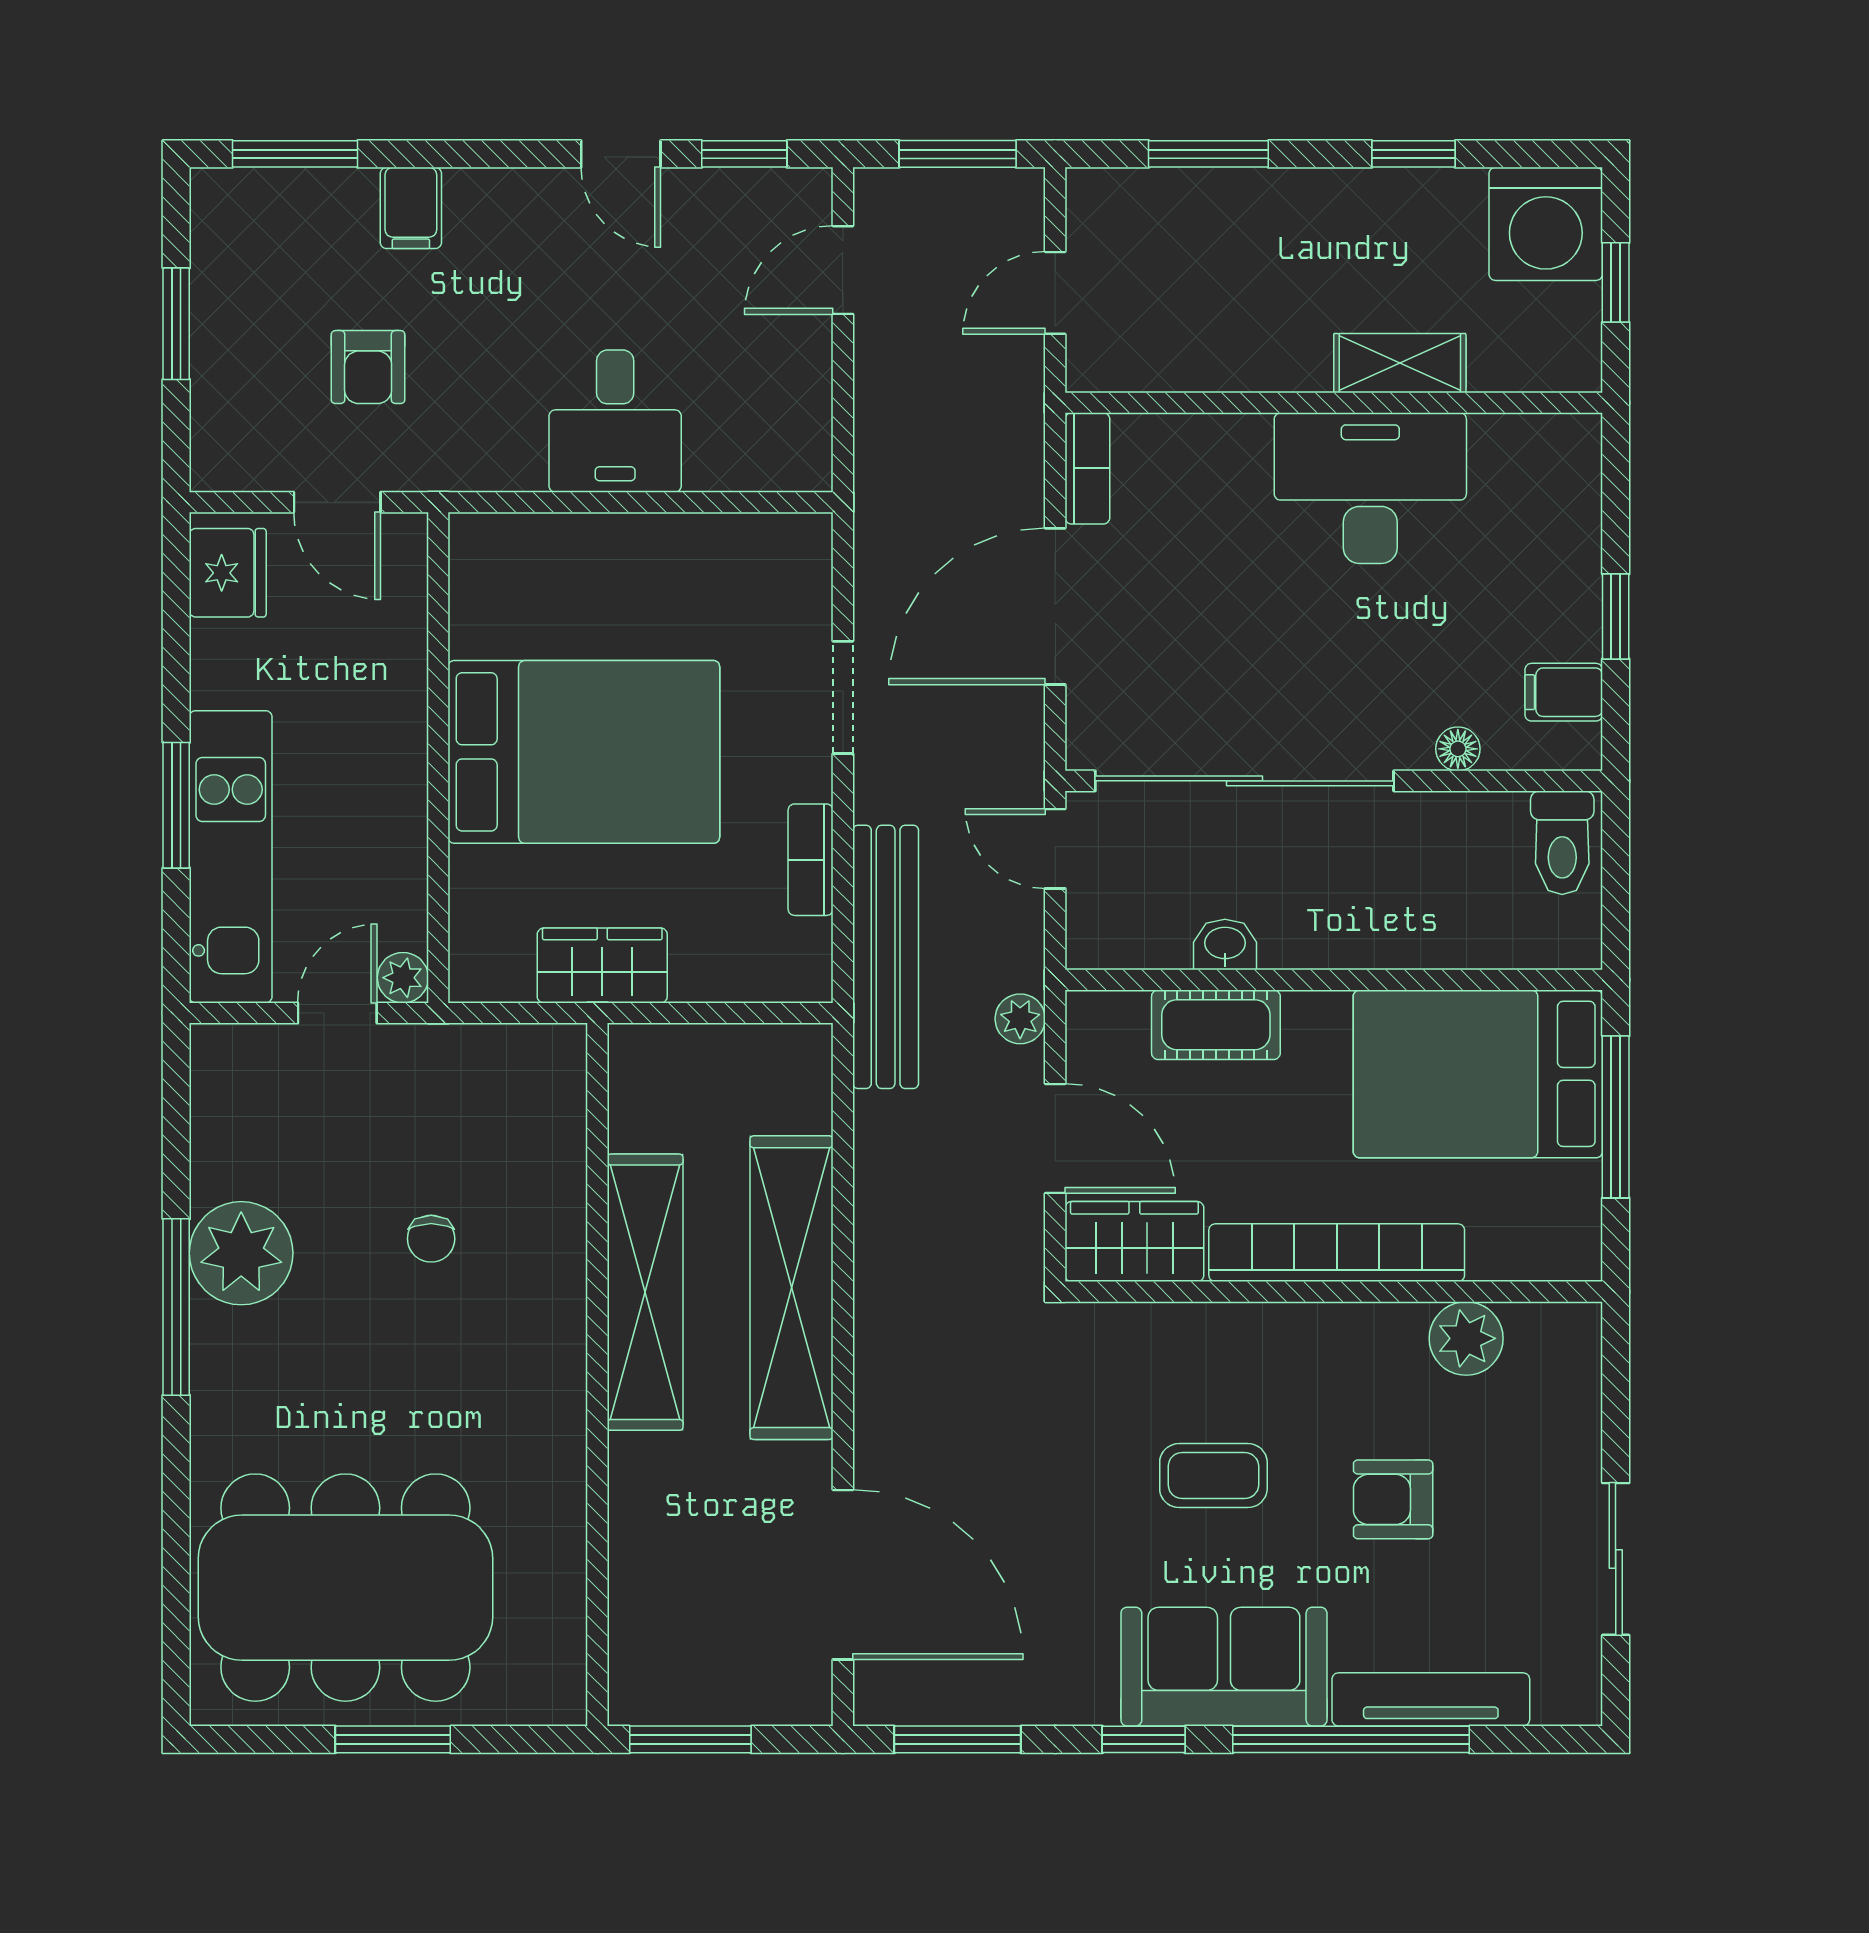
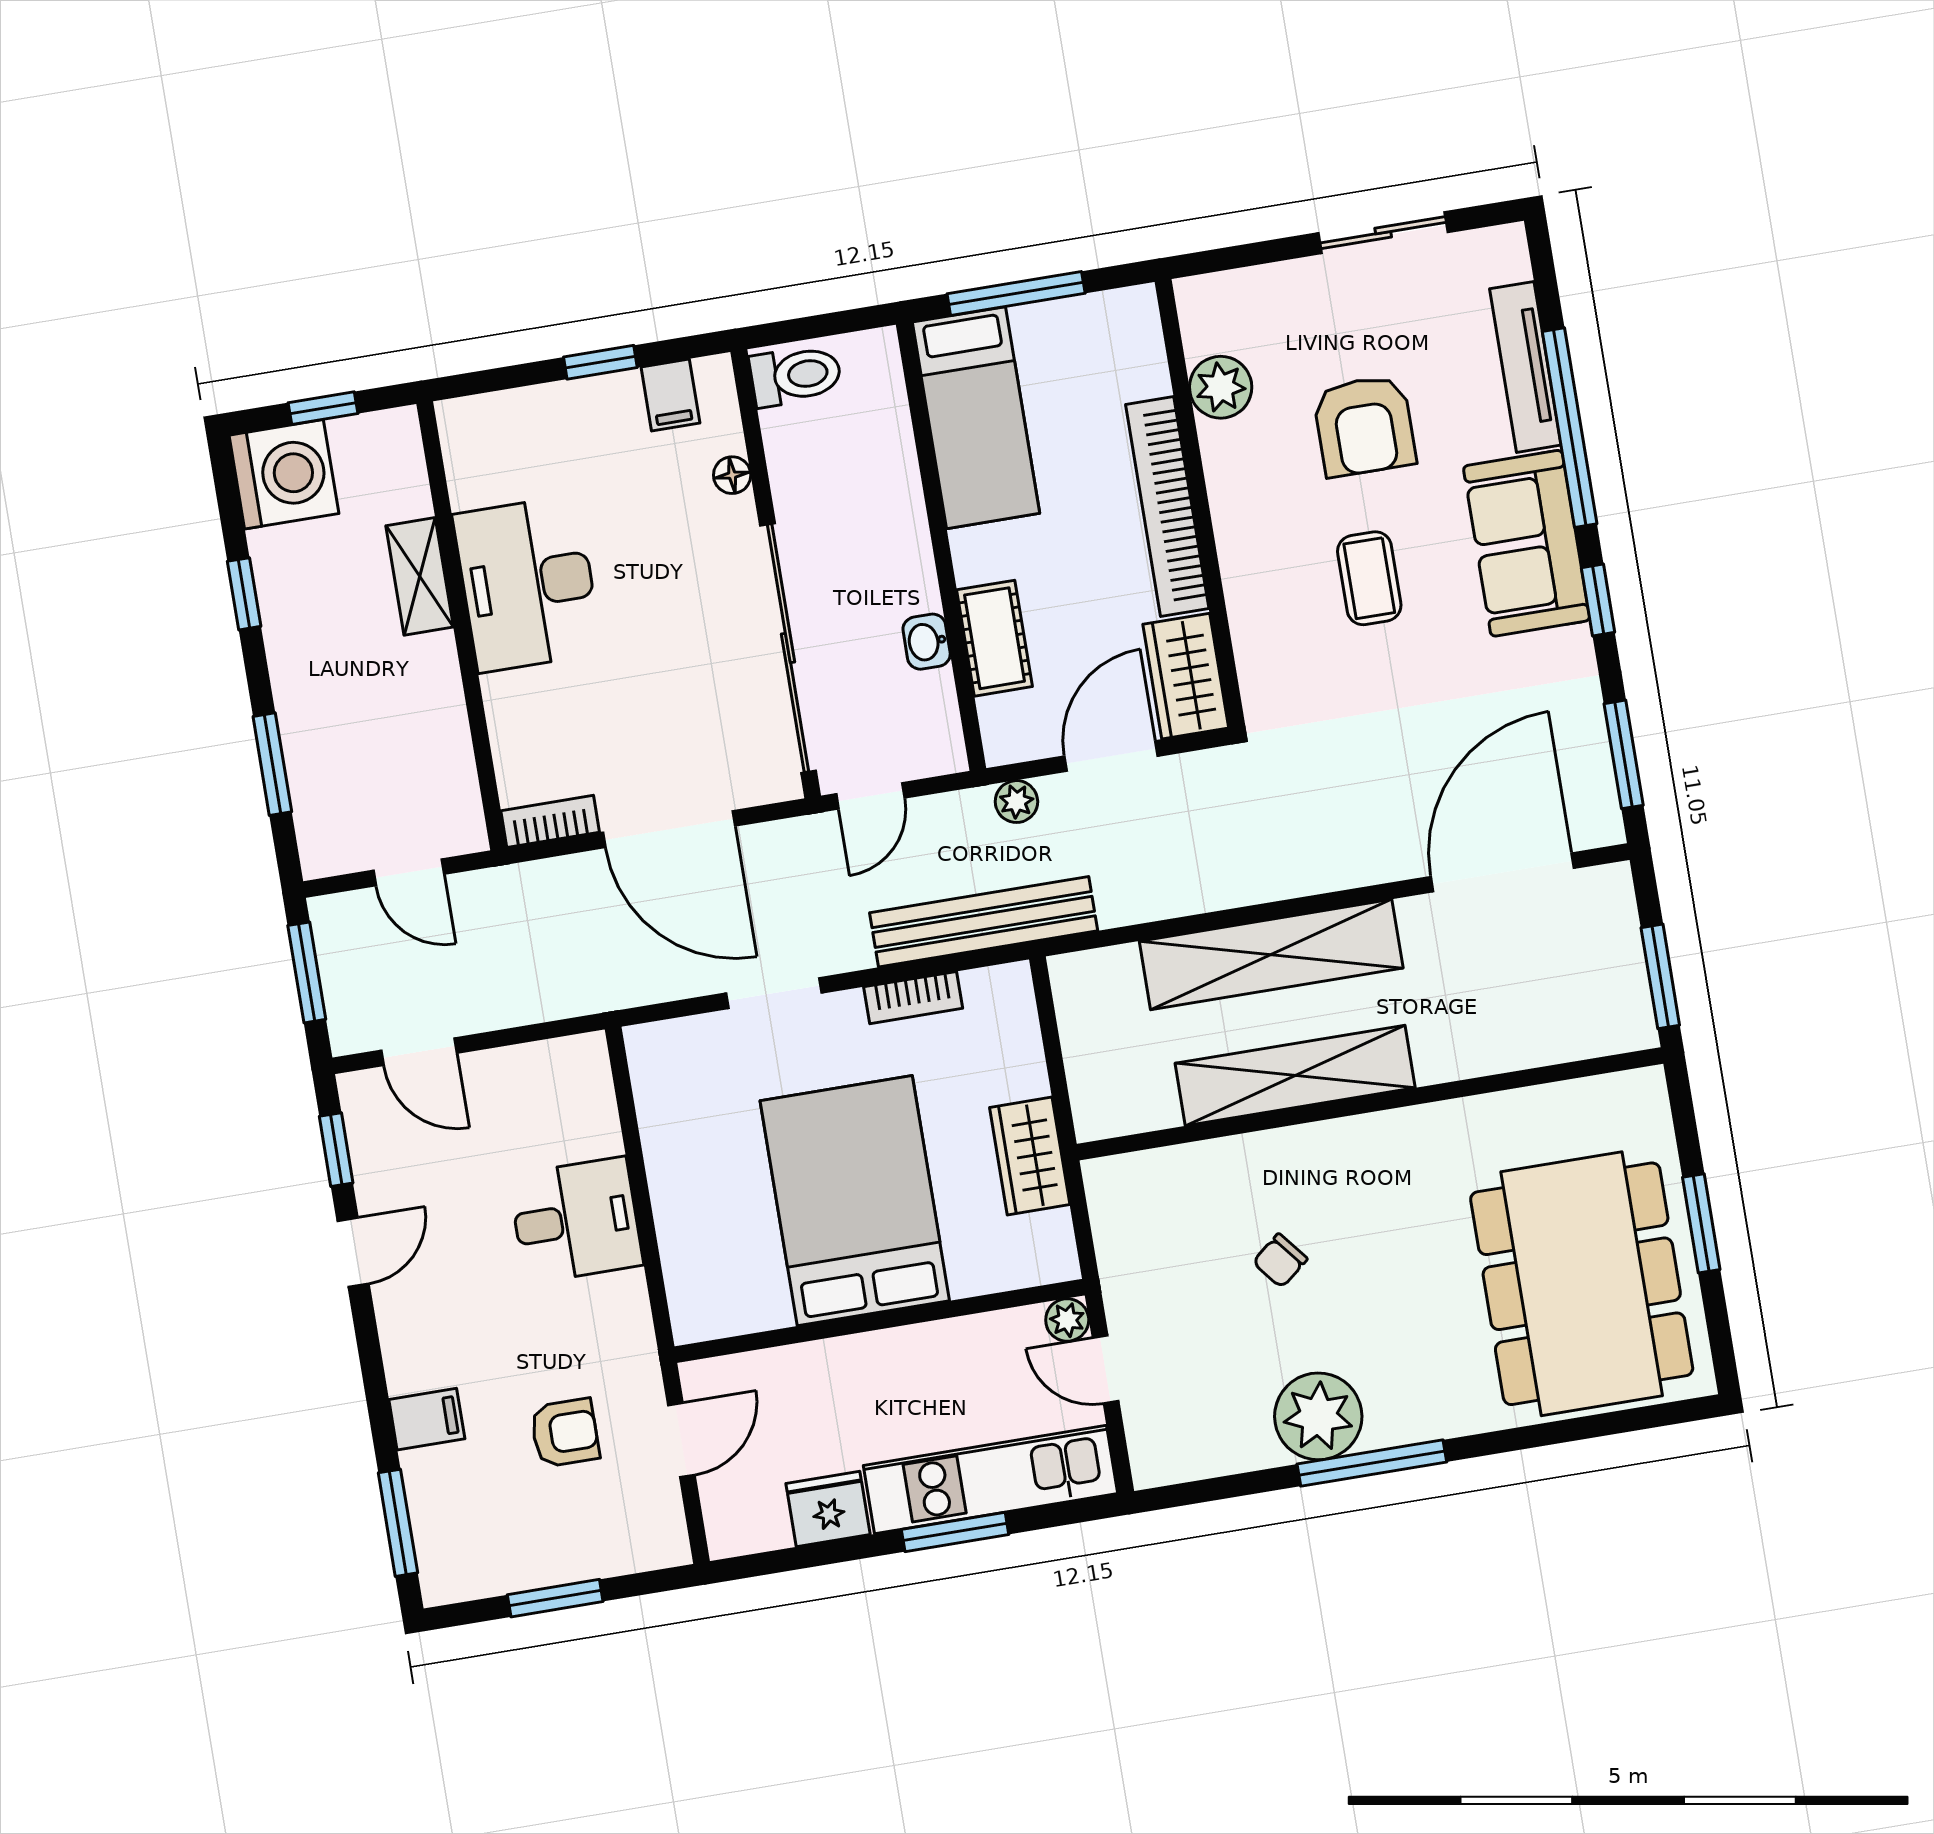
fridge: (228, 573) -> (828, 1509), moved
bed: (1478, 1074) -> (976, 418), width x0.67
chair: (431, 1239) -> (1280, 1261), turned 141
armchair: (1393, 1499) -> (1364, 426), width x1.38, depth x1.38

